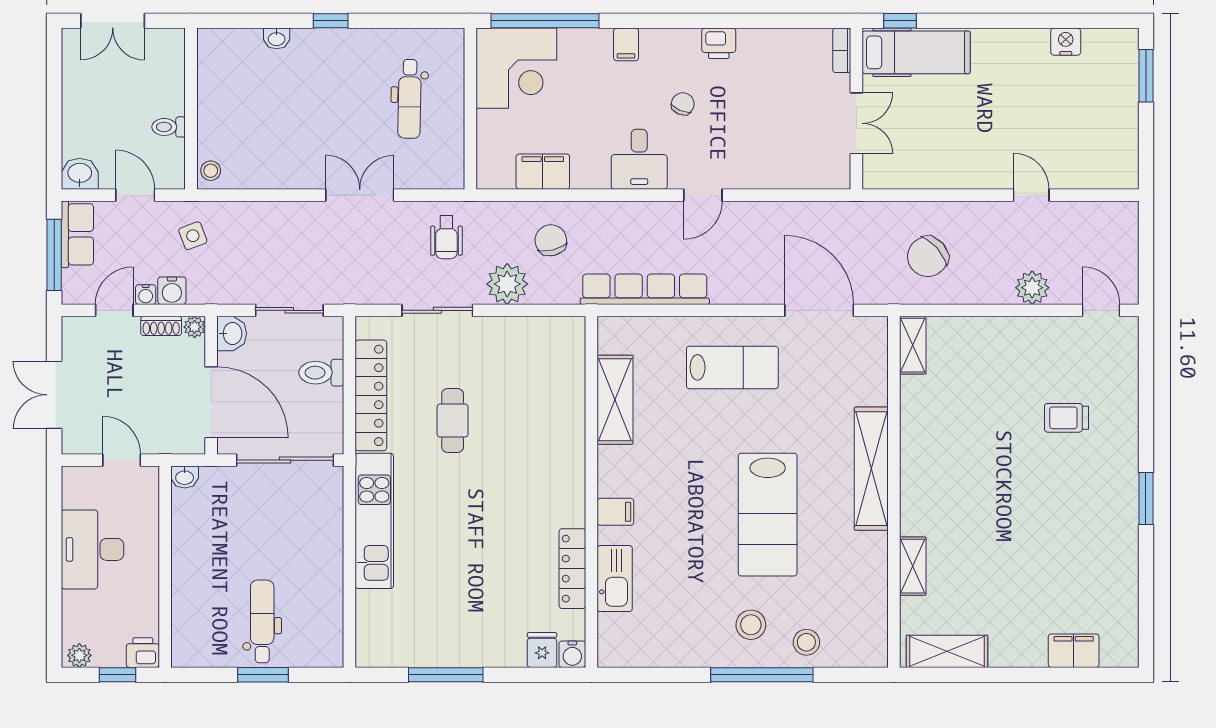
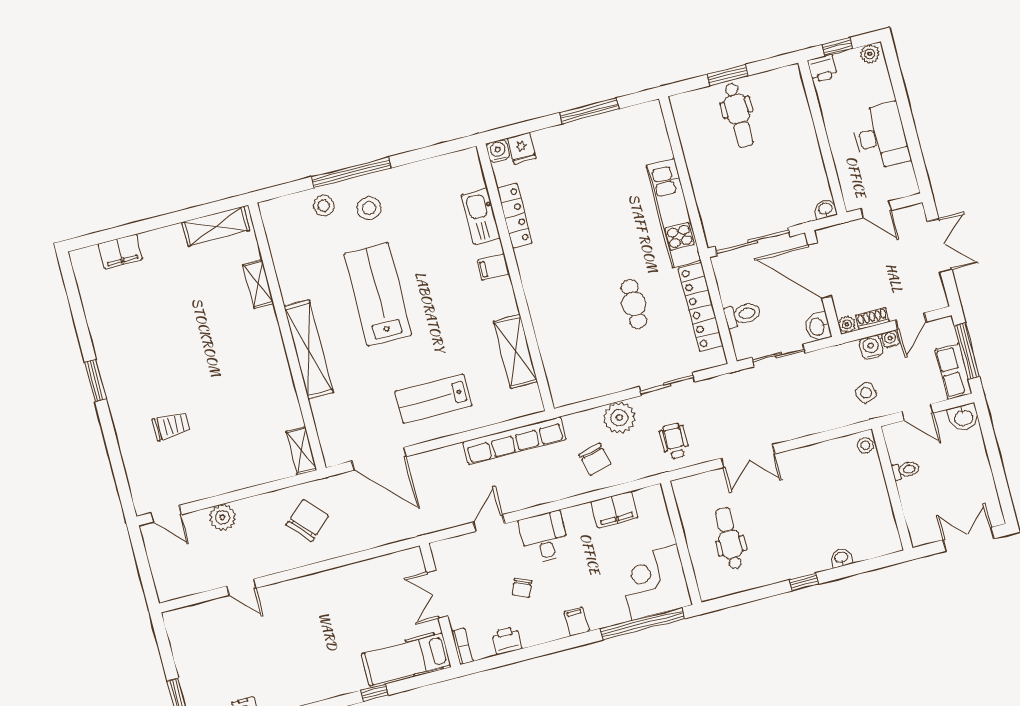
bookcase: (842, 50) -> (462, 646), moved
hospital bed: (916, 52) -> (406, 659), moved
wall: (856, 109) -> (440, 605), moved
double door: (856, 123) -> (437, 594), moved

